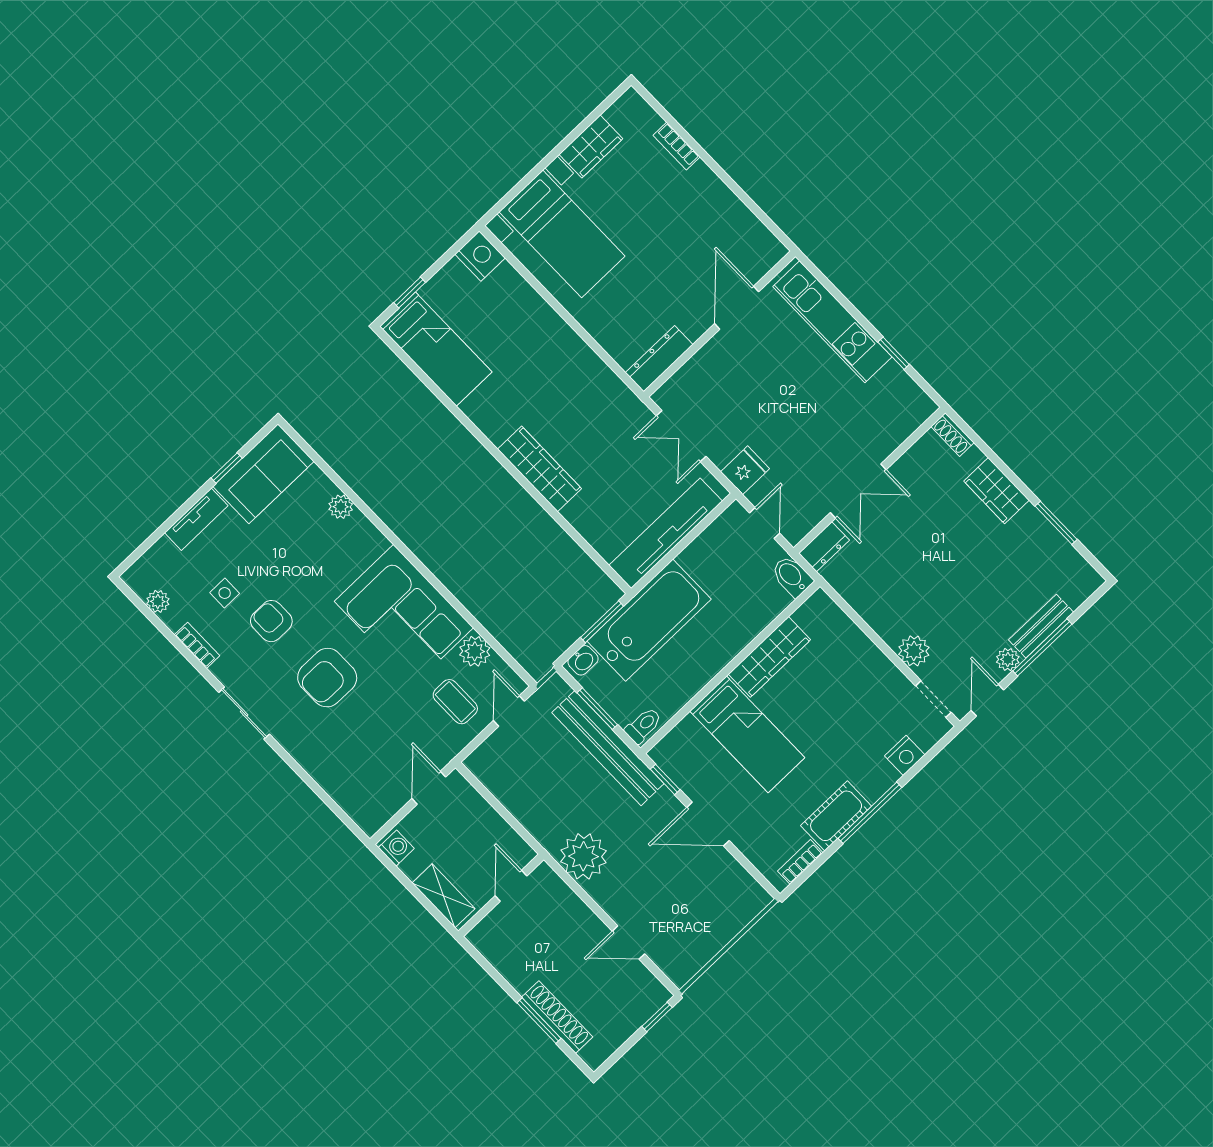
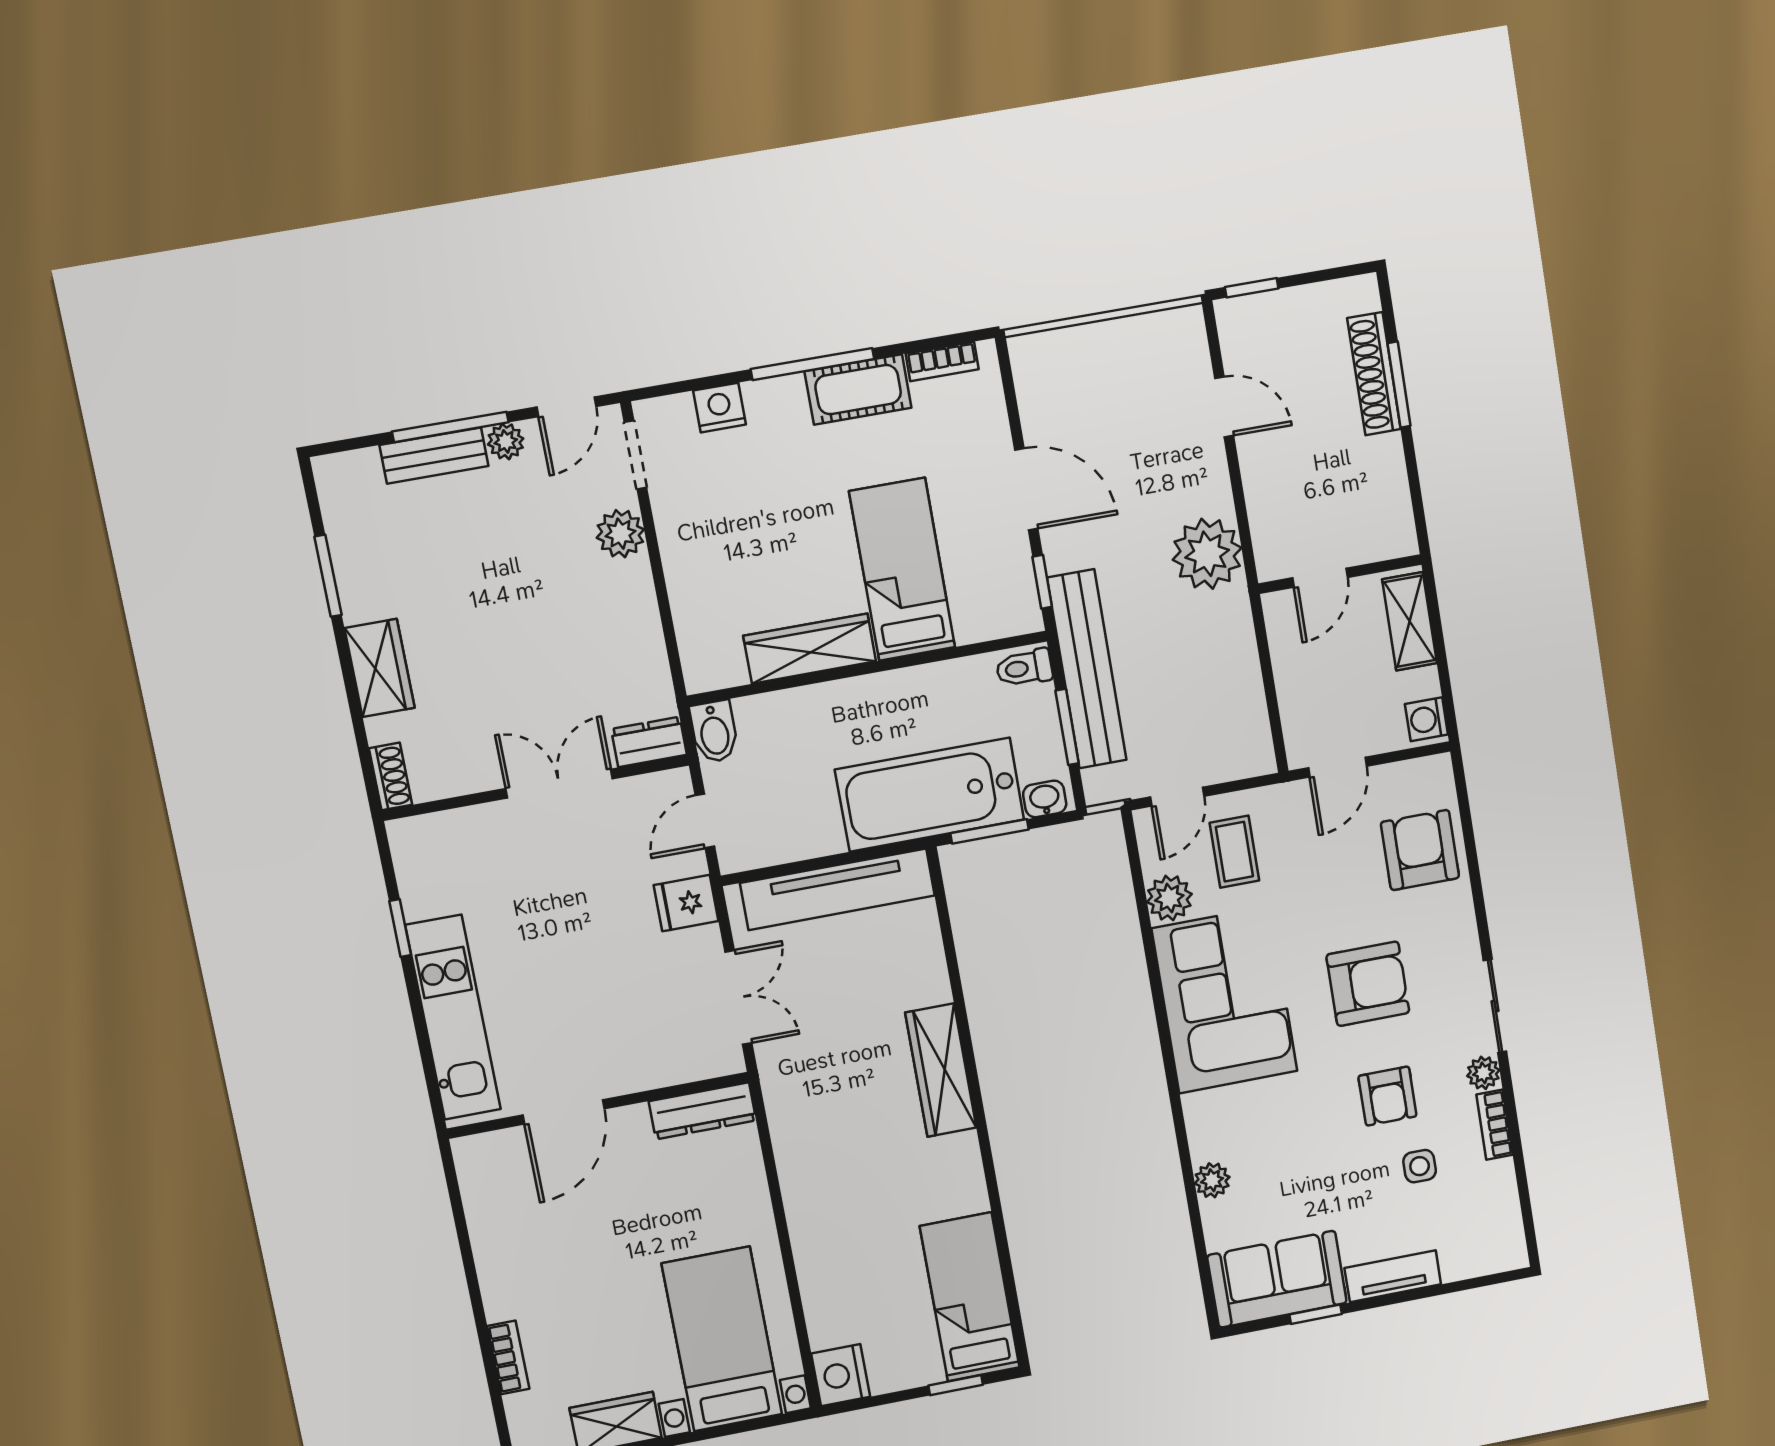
plant: (158, 601) -> (1483, 1073), moved
armchair: (349, 773) -> (1420, 850), added

